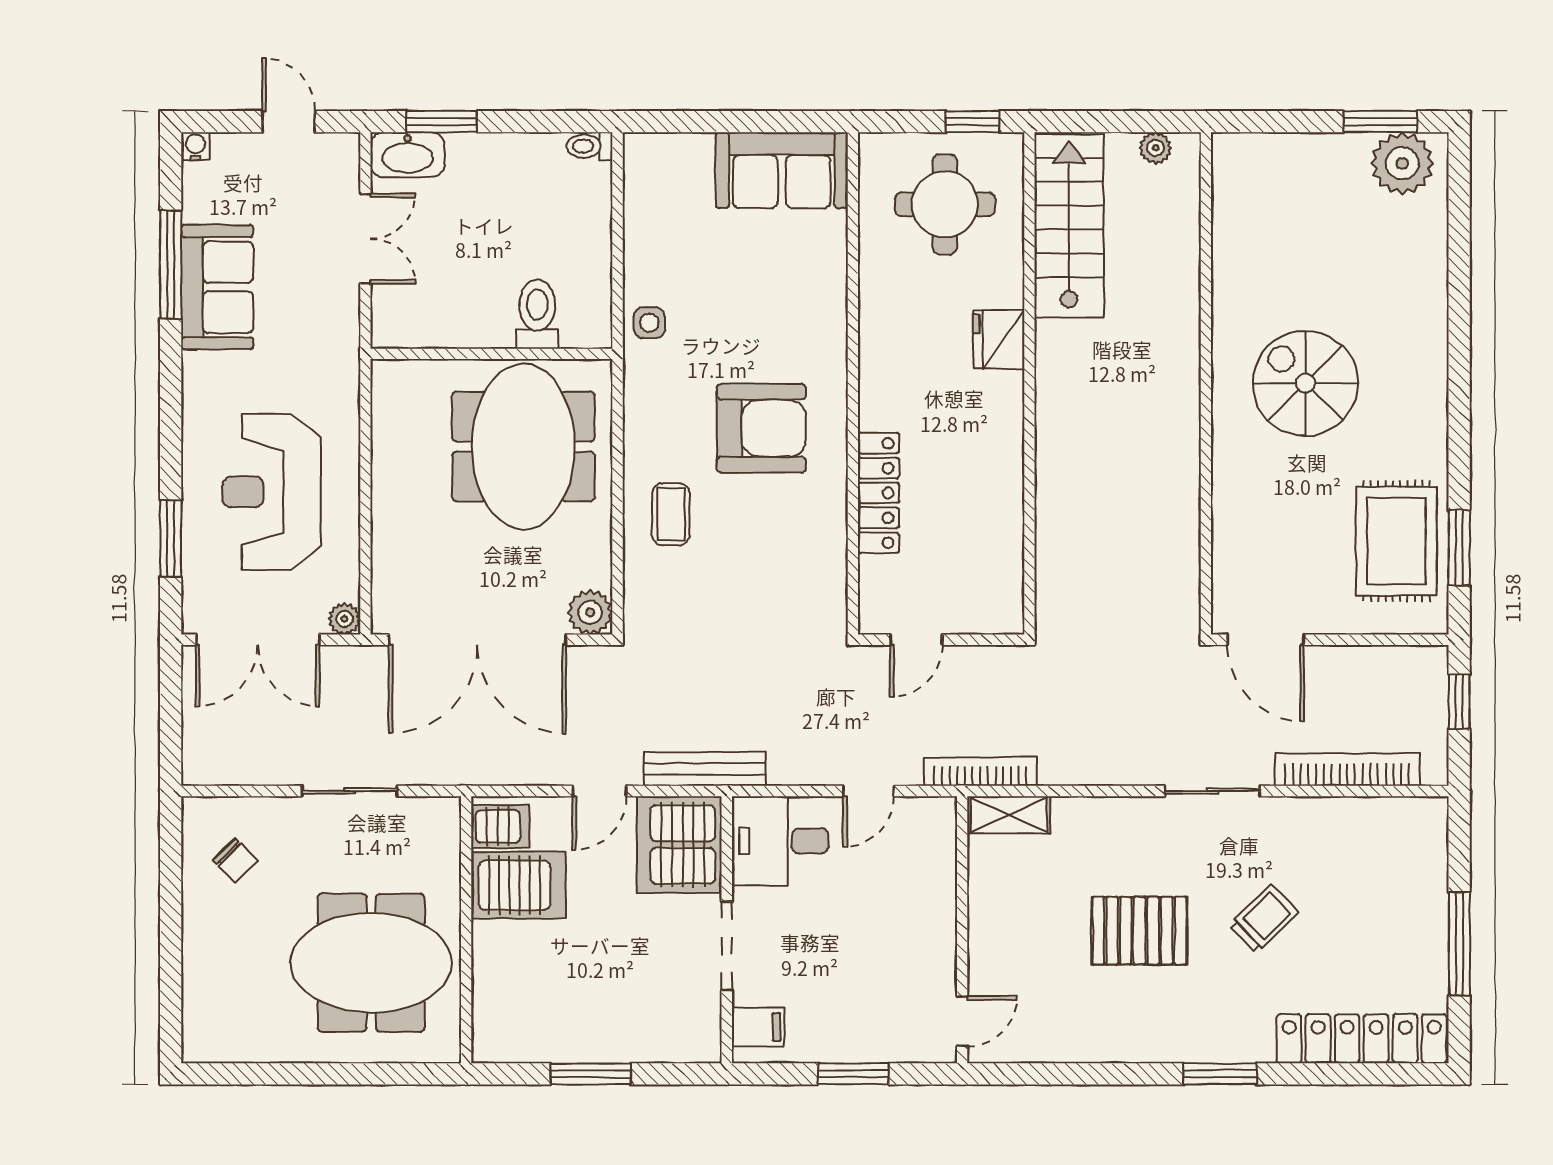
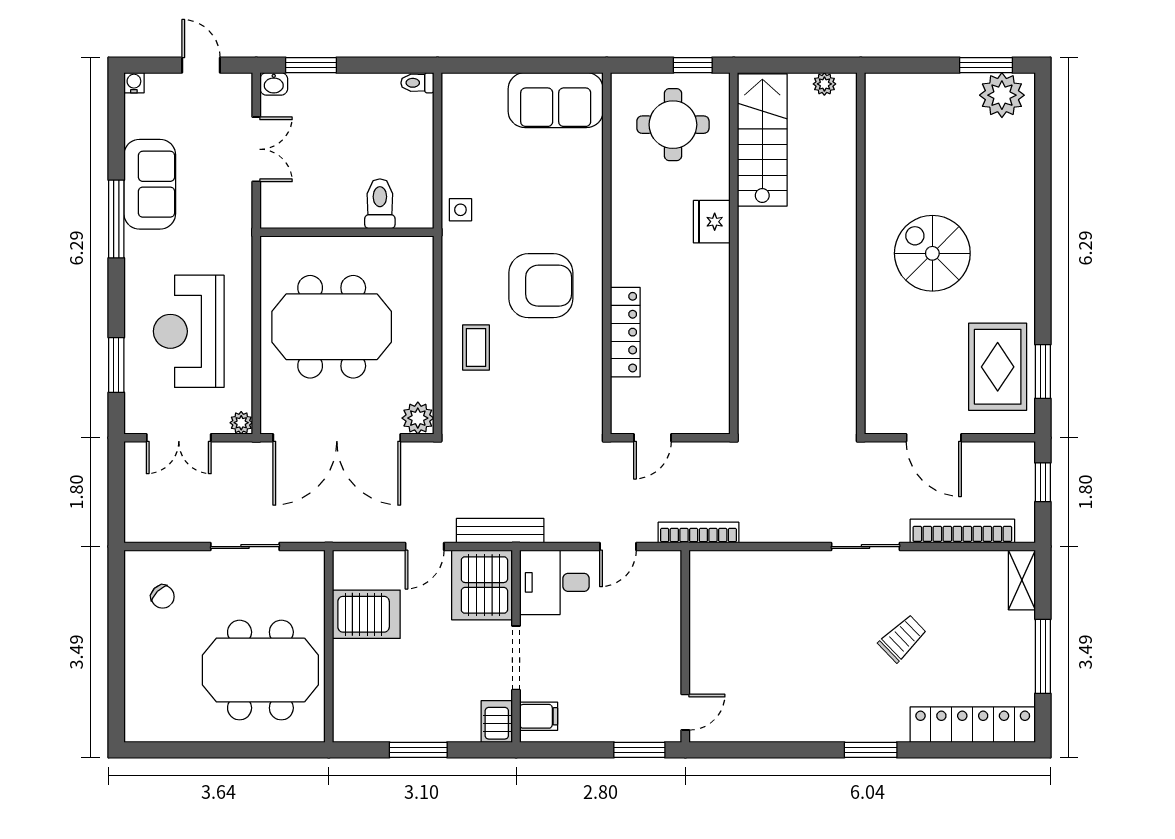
washbasin: (407, 155) -> (274, 84), width x0.52, depth x0.69
window: (171, 265) -> (116, 219), moved
meeting table: (523, 446) -> (332, 327), moved, turned 90
double door: (258, 640) -> (179, 438), width x0.73
door: (1266, 640) -> (934, 438), moved
shelving: (1009, 815) -> (1022, 580), moved, turned 90
server rack: (500, 826) -> (497, 722), moved, turned -90
pallet: (1139, 931) -> (813, 647), removed
window: (853, 1074) -> (639, 750), moved

